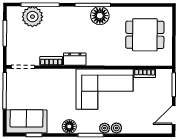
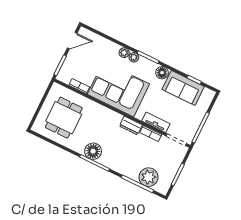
dining table: (145, 35) -> (64, 118), turned 90
tv unit: (51, 74) -> (156, 122), added
sofa: (27, 121) -> (183, 88), moved

